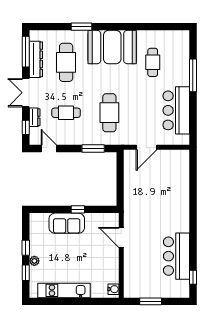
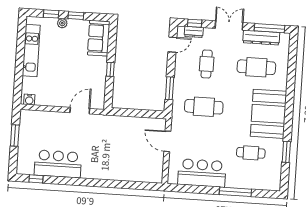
window: (82, 27) -> (286, 152), moved
dresser: (35, 117) -> (194, 32), moved
sofa: (67, 223) -> (99, 38), moved

